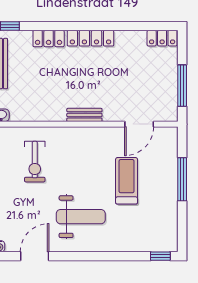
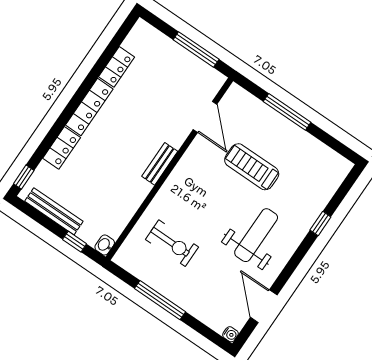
locker: (162, 38) -> (117, 67), moved
window: (160, 256) -> (320, 224), moved

